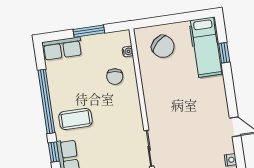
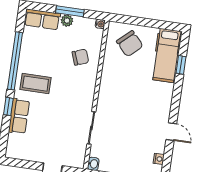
plant: (89, 42) -> (67, 21), added
water cooler: (128, 52) -> (100, 24), moved
chair: (115, 77) -> (80, 57), turned -118

